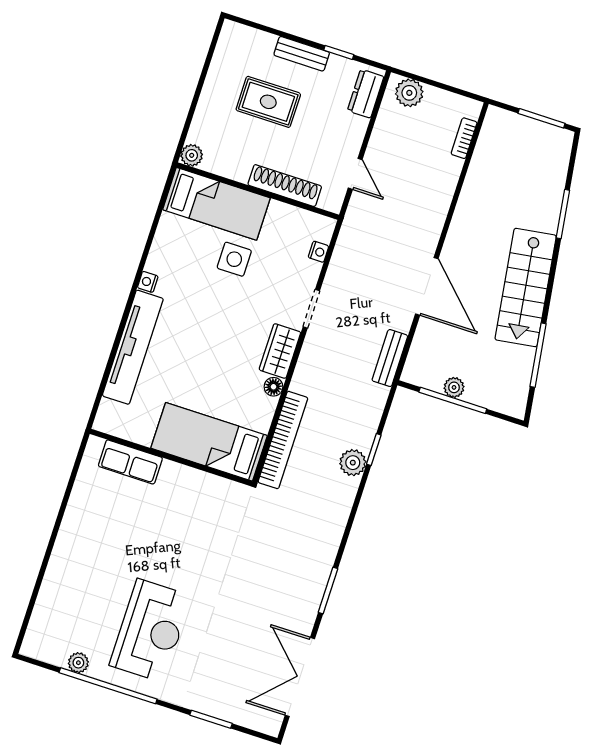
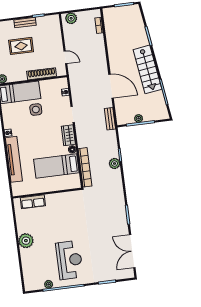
dresser: (366, 94) -> (55, 26), removed
bed: (209, 442) -> (56, 166), moved
plant: (74, 541) -> (26, 241), added

